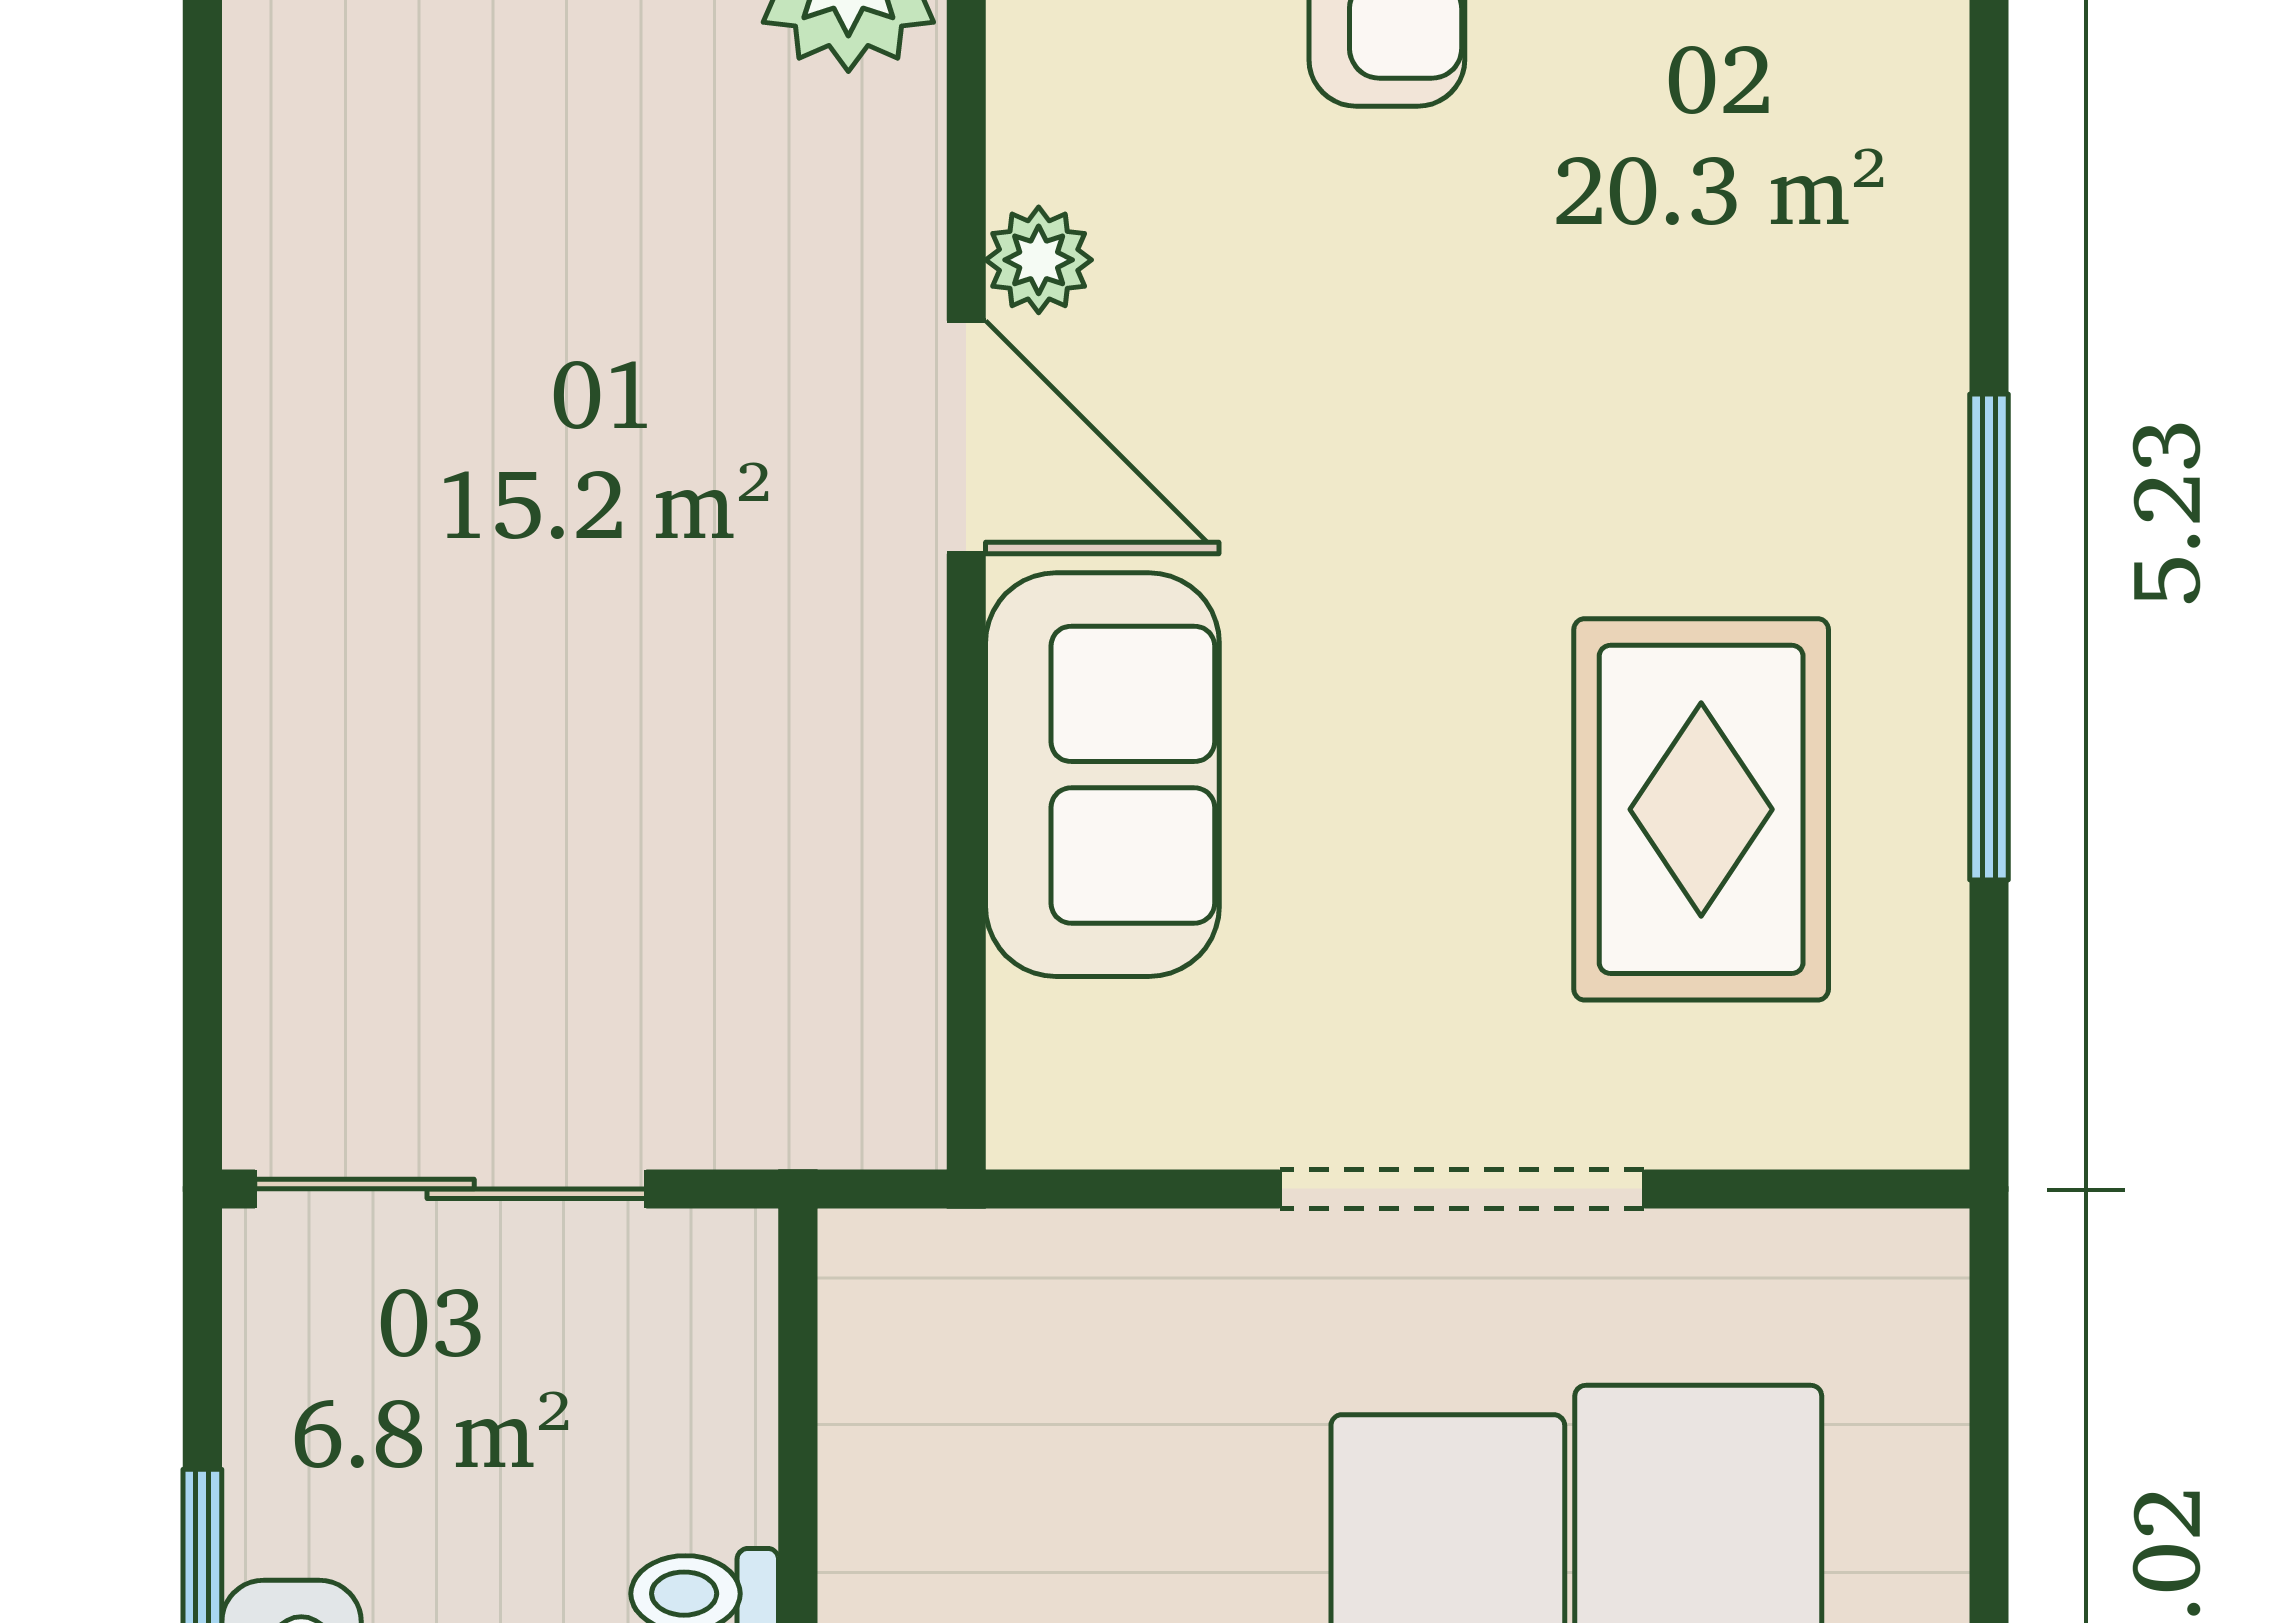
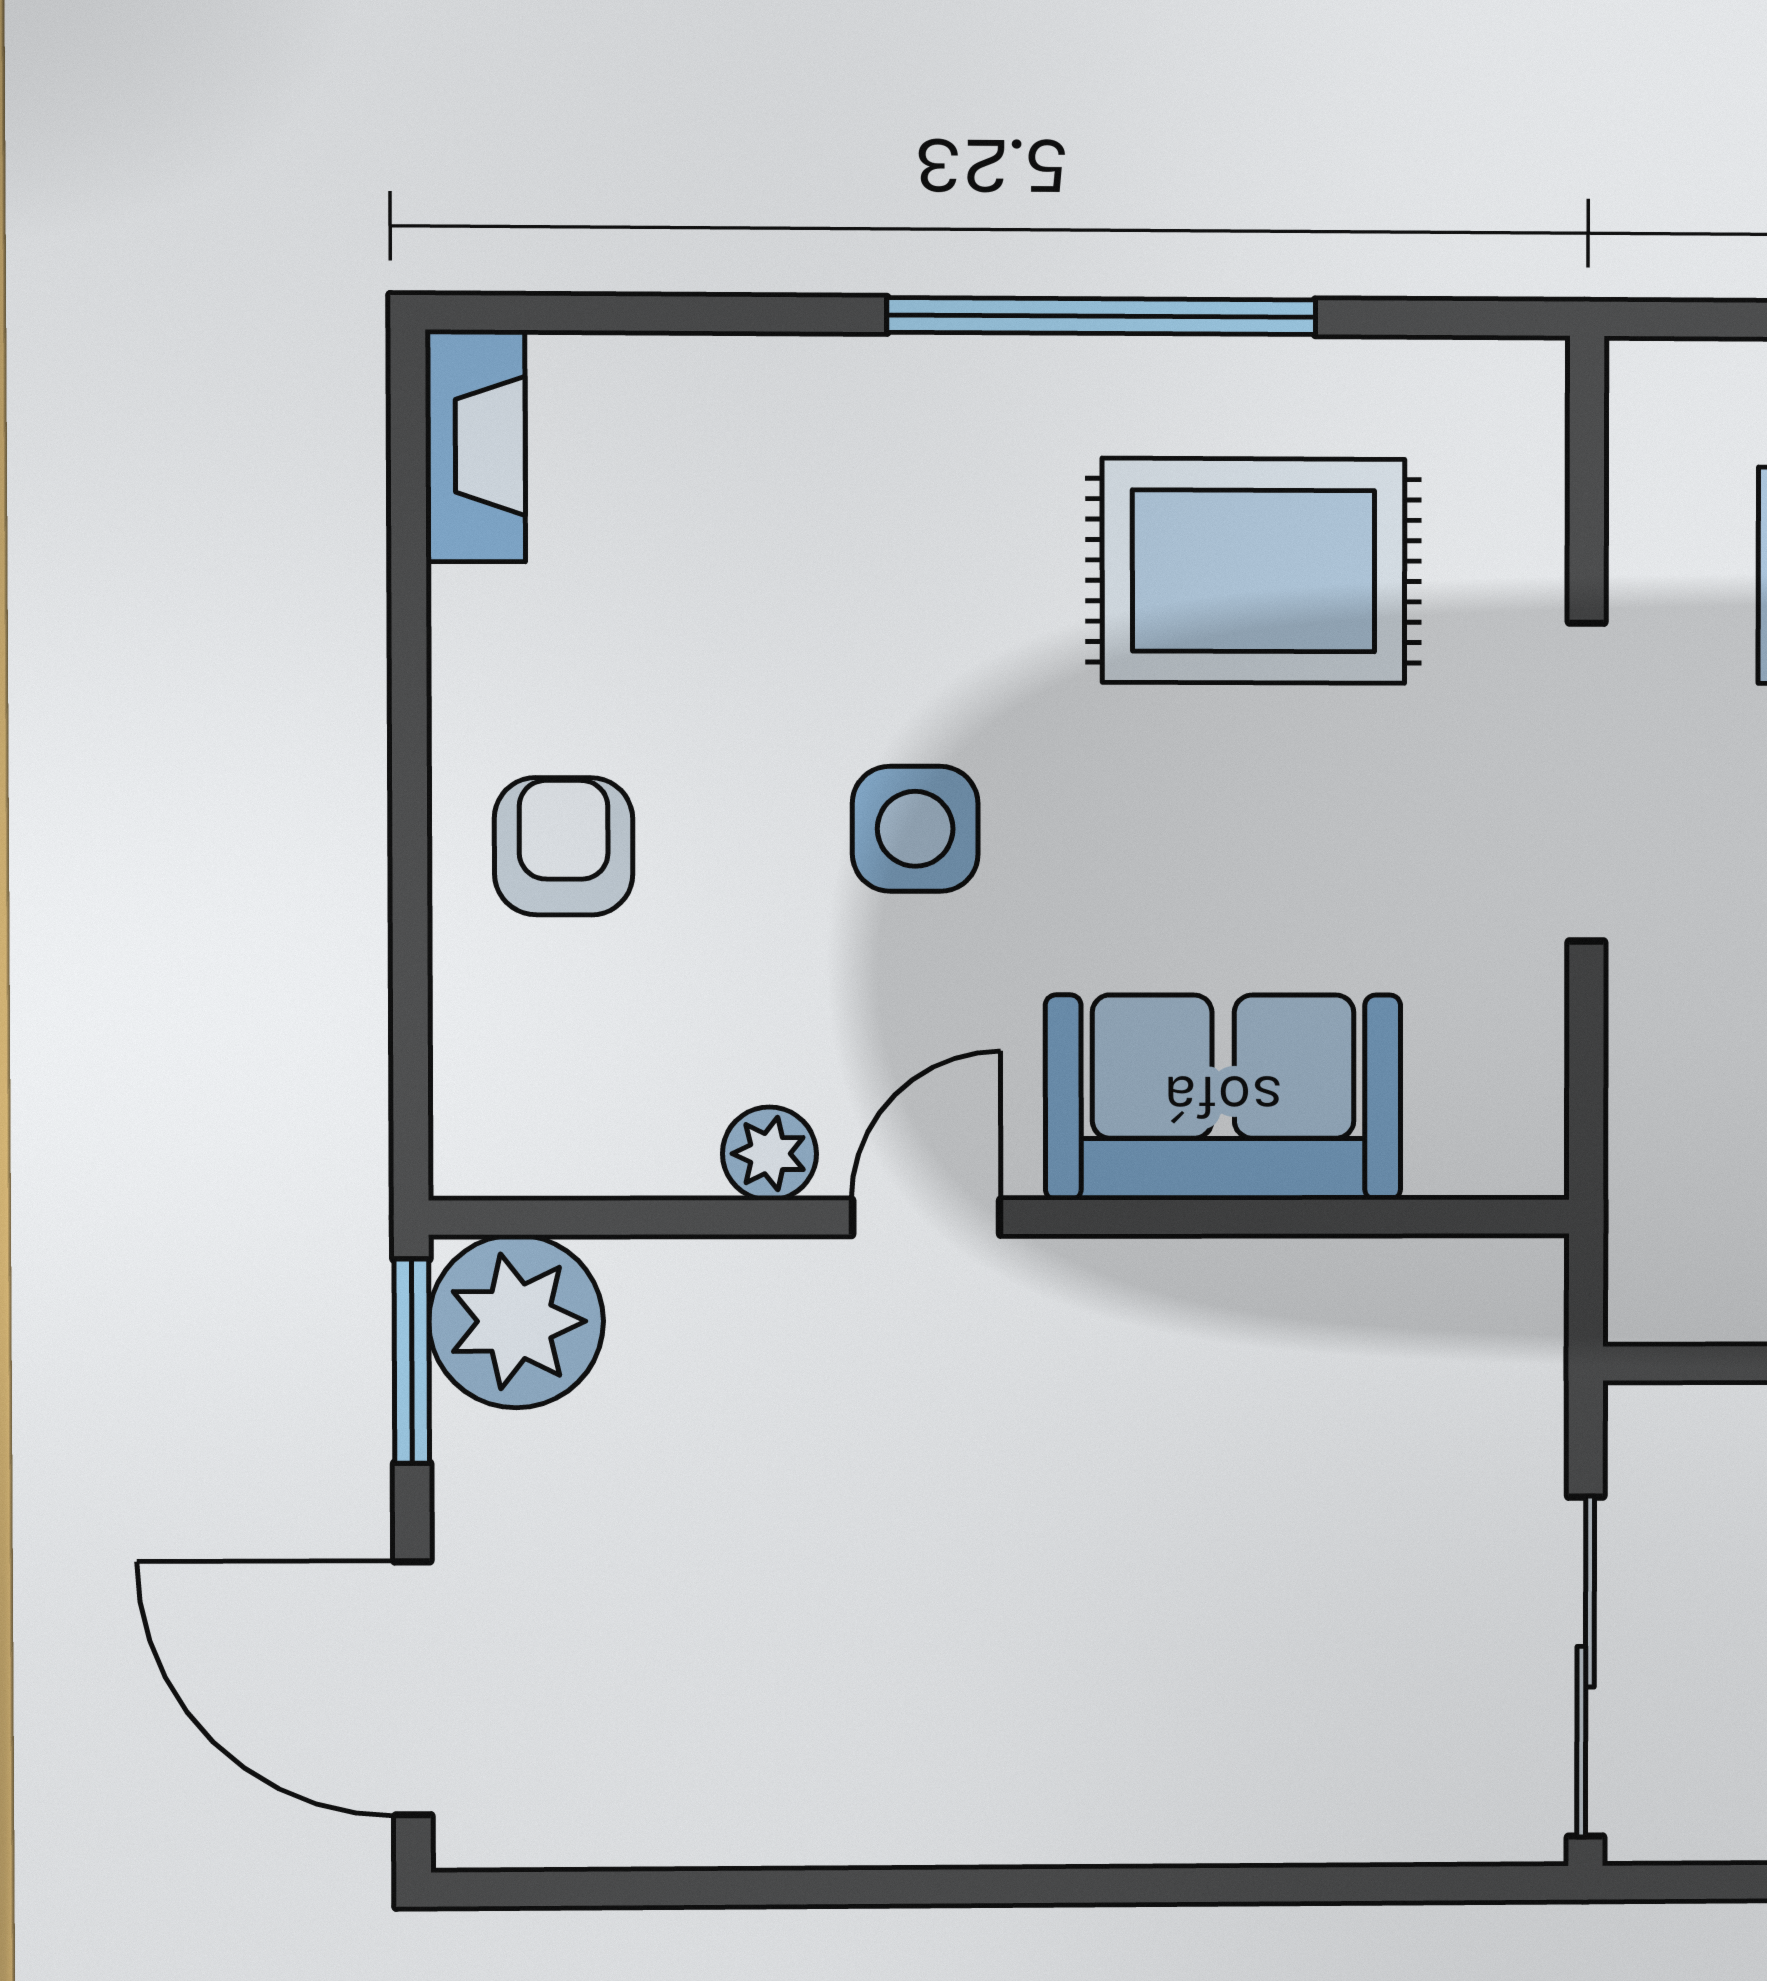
side table: (1407, 425) -> (915, 829), added
door: (966, 437) -> (926, 1217), width x0.73

